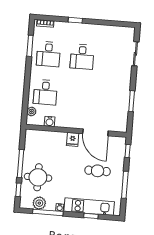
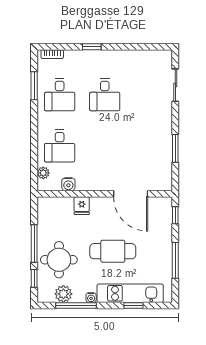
fridge: (73, 139) -> (82, 206), moved
cafe table: (98, 171) -> (113, 251), moved, width x1.37, depth x1.35

